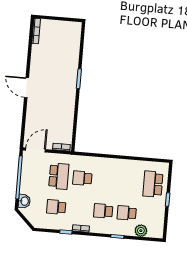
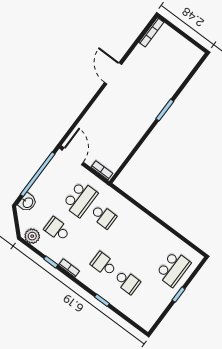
door: (26, 88) -> (113, 73), moved
door: (35, 150) -> (73, 156), hinge flipped
school desk: (82, 178) -> (103, 216), turned 180
school desk: (153, 184) -> (173, 269), turned 180
school desk: (127, 213) -> (127, 282), turned 180
plant: (141, 231) -> (32, 236), moved

